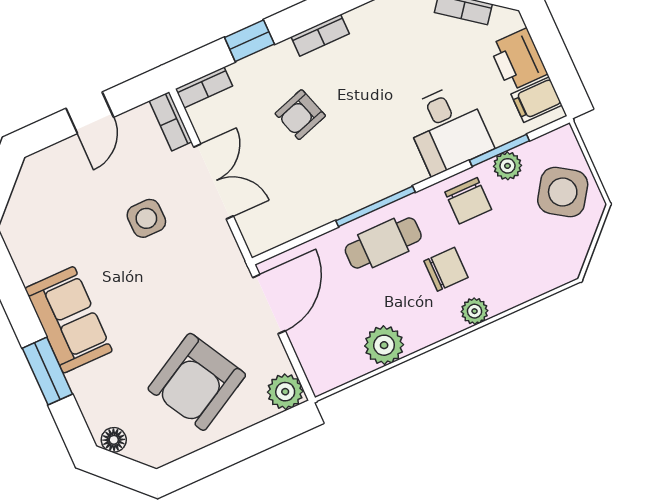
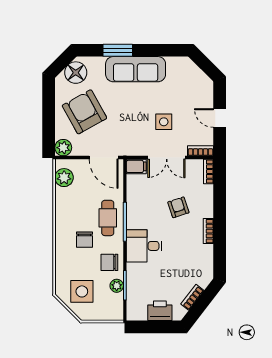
window: (249, 41) -> (220, 200), removed
filing cabinet: (537, 100) -> (136, 166), moved, turned 90
desk: (448, 129) -> (144, 246), moved
side table: (563, 192) -> (82, 291), moved, turned -34
plant: (475, 311) -> (61, 244), removed
sofa: (69, 320) -> (136, 69), width x1.36
plant: (384, 345) -> (64, 178), moved
floor lamp: (114, 440) -> (76, 73), width x1.89, depth x1.89

